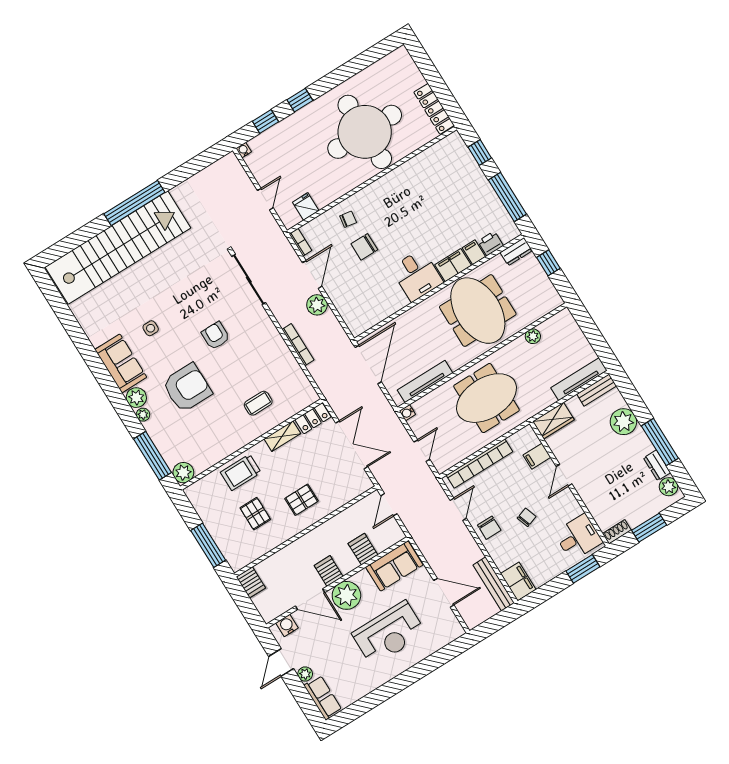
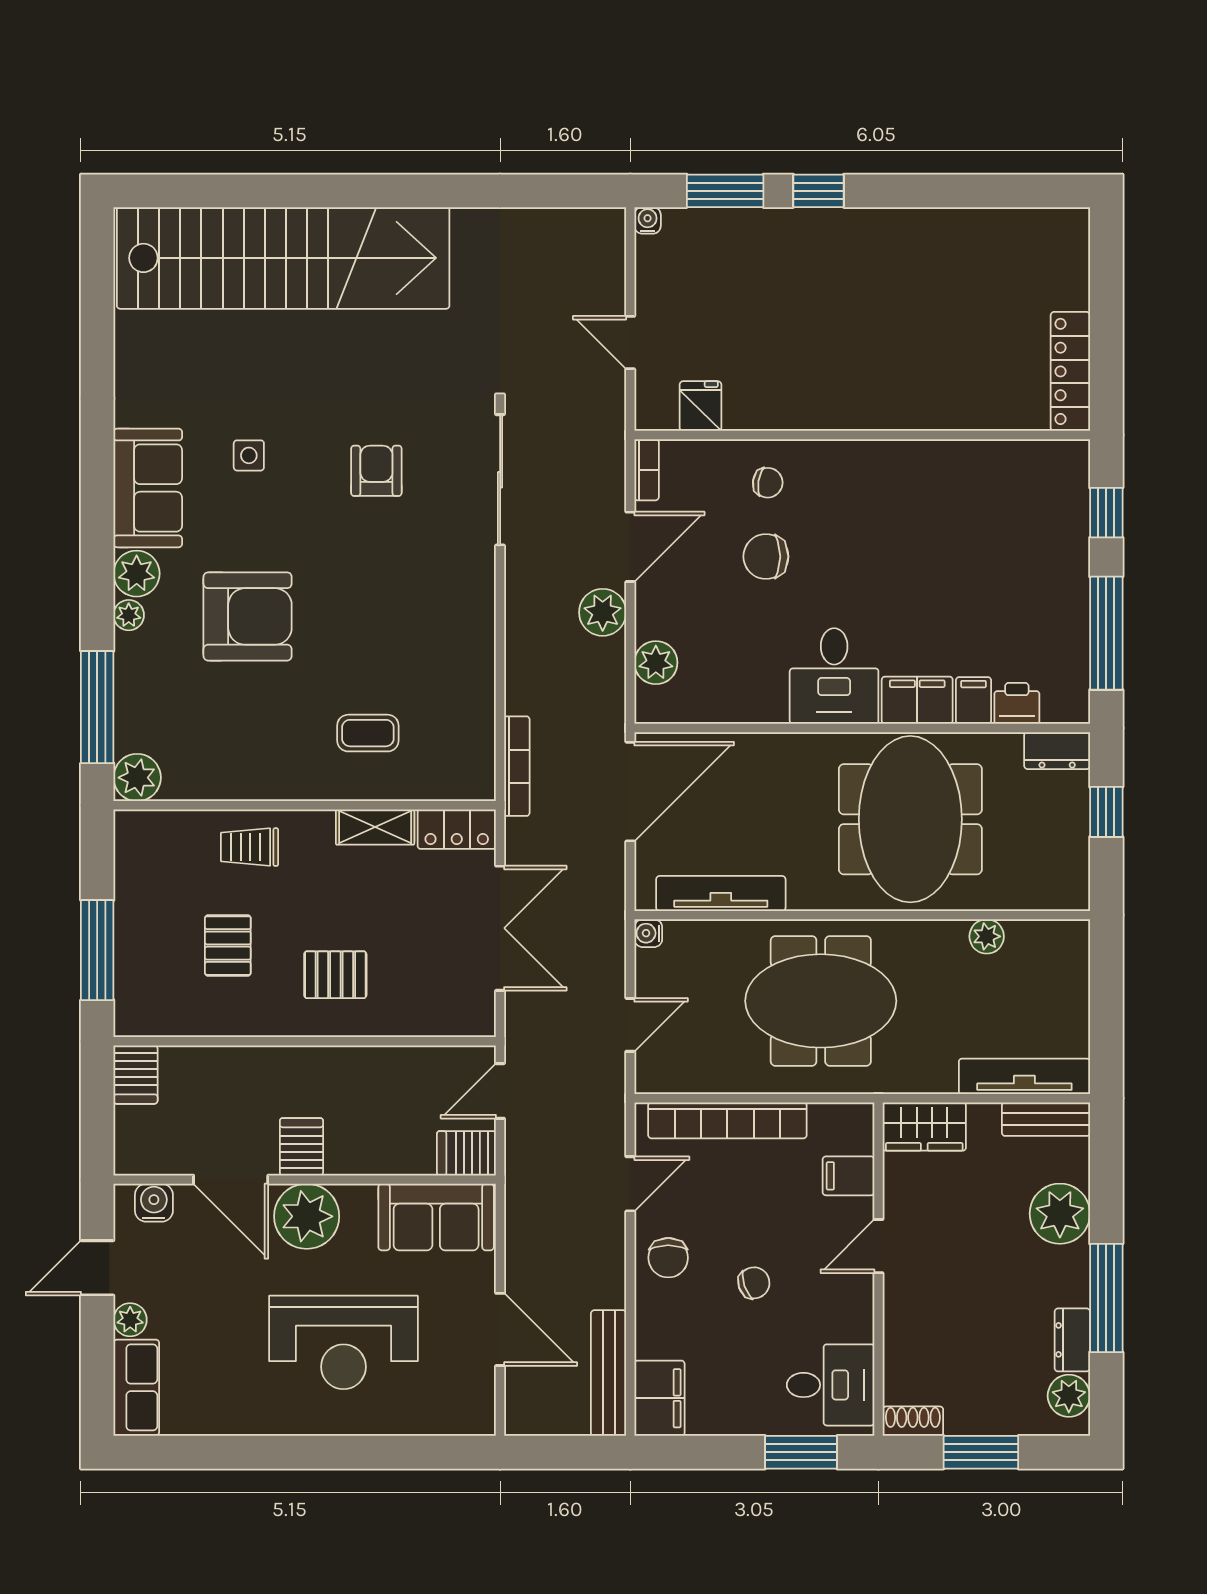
window: (265, 121) -> (725, 191), width x1.50
round table: (365, 132) -> (907, 332), removed
door: (265, 199) -> (630, 343), swing flipped
window: (134, 203) -> (369, 191), removed
plant: (348, 311) -> (656, 663), added
armchair: (216, 336) -> (376, 471), moved
bookcase: (298, 345) -> (517, 766), moved
trolley: (241, 472) -> (250, 847), width x0.73, depth x0.72
server rack: (363, 549) -> (466, 1153), moved, turned -90

